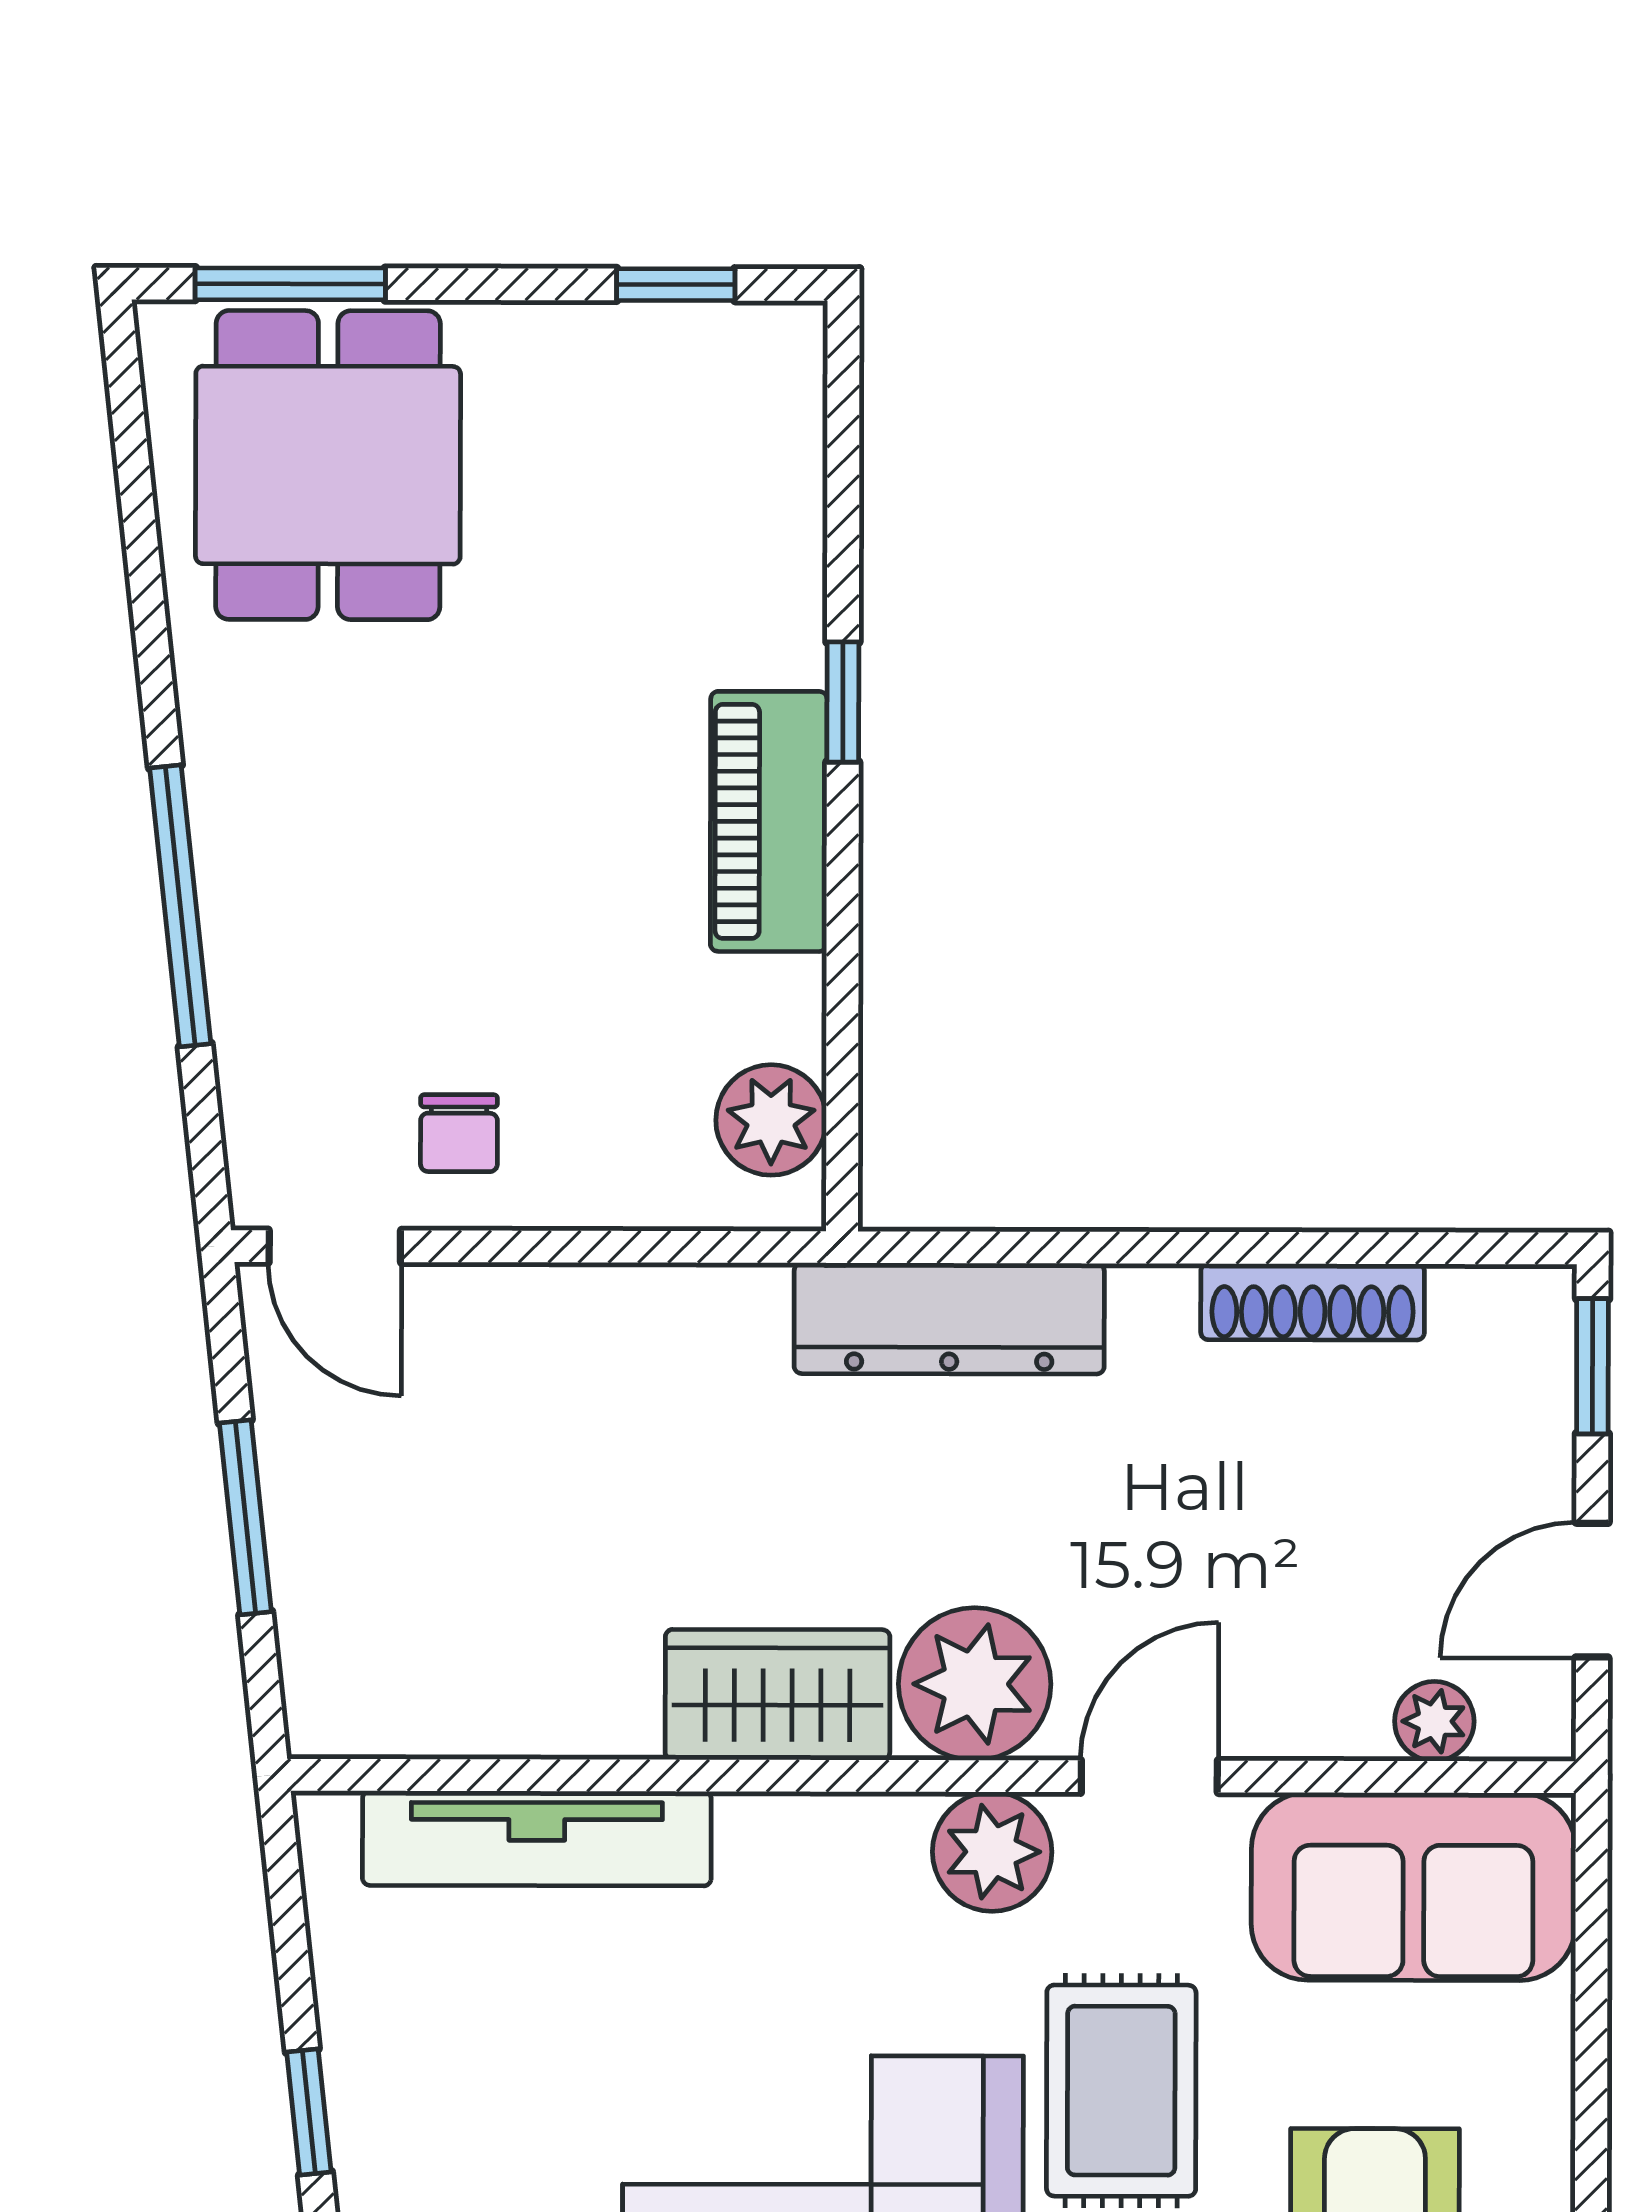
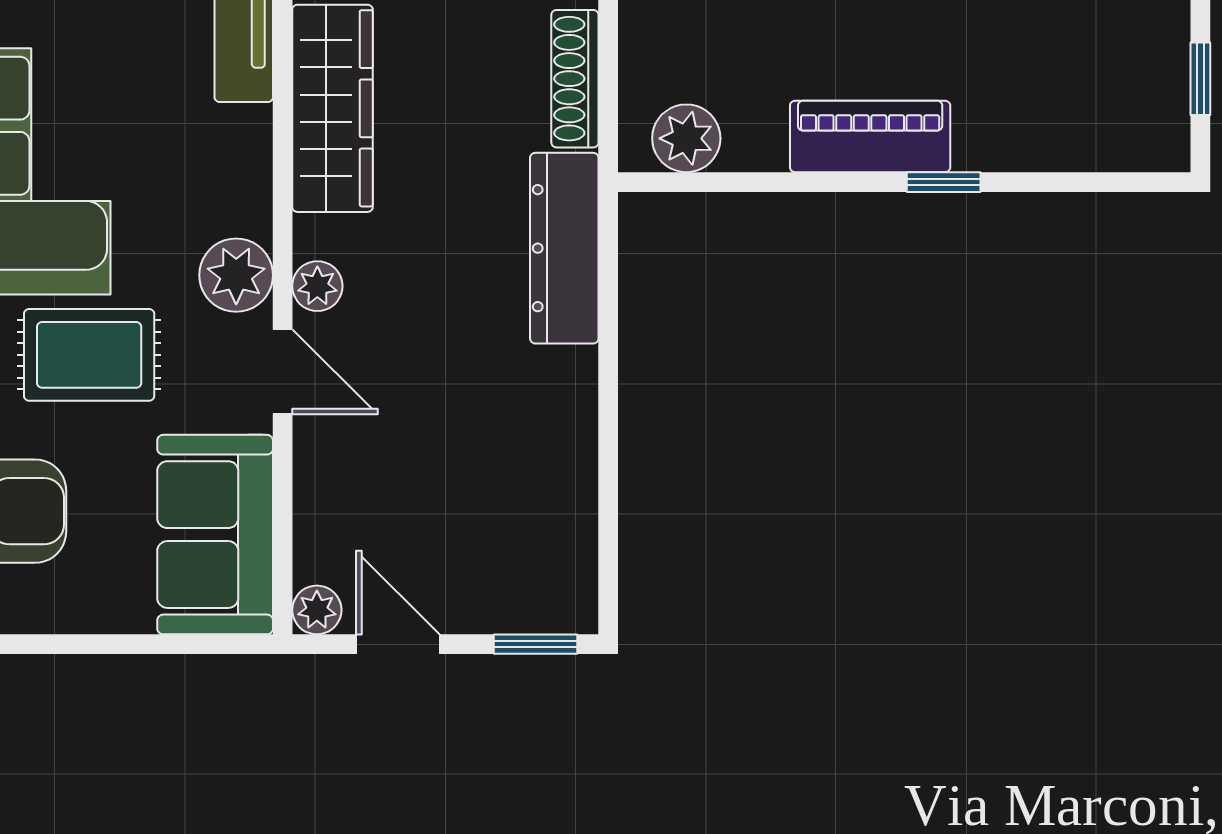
shoe rack: (1313, 1302) -> (575, 79), moved
plant: (975, 1684) -> (317, 286), width x0.53, depth x0.53
wardrobe: (778, 1695) -> (332, 108), width x1.50
plant: (1434, 1721) -> (317, 610), moved

